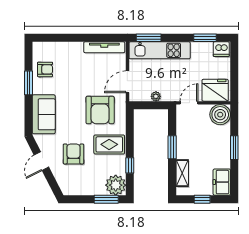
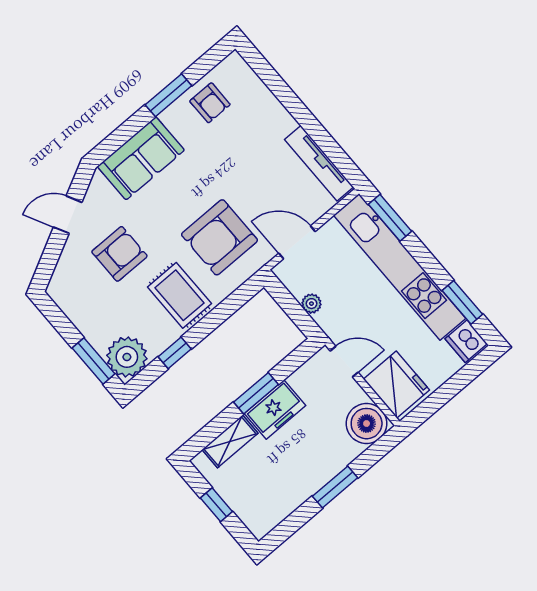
kitchen unit: (160, 50) -> (400, 267), width x1.36
freezer: (222, 182) -> (275, 409), moved, turned 180

